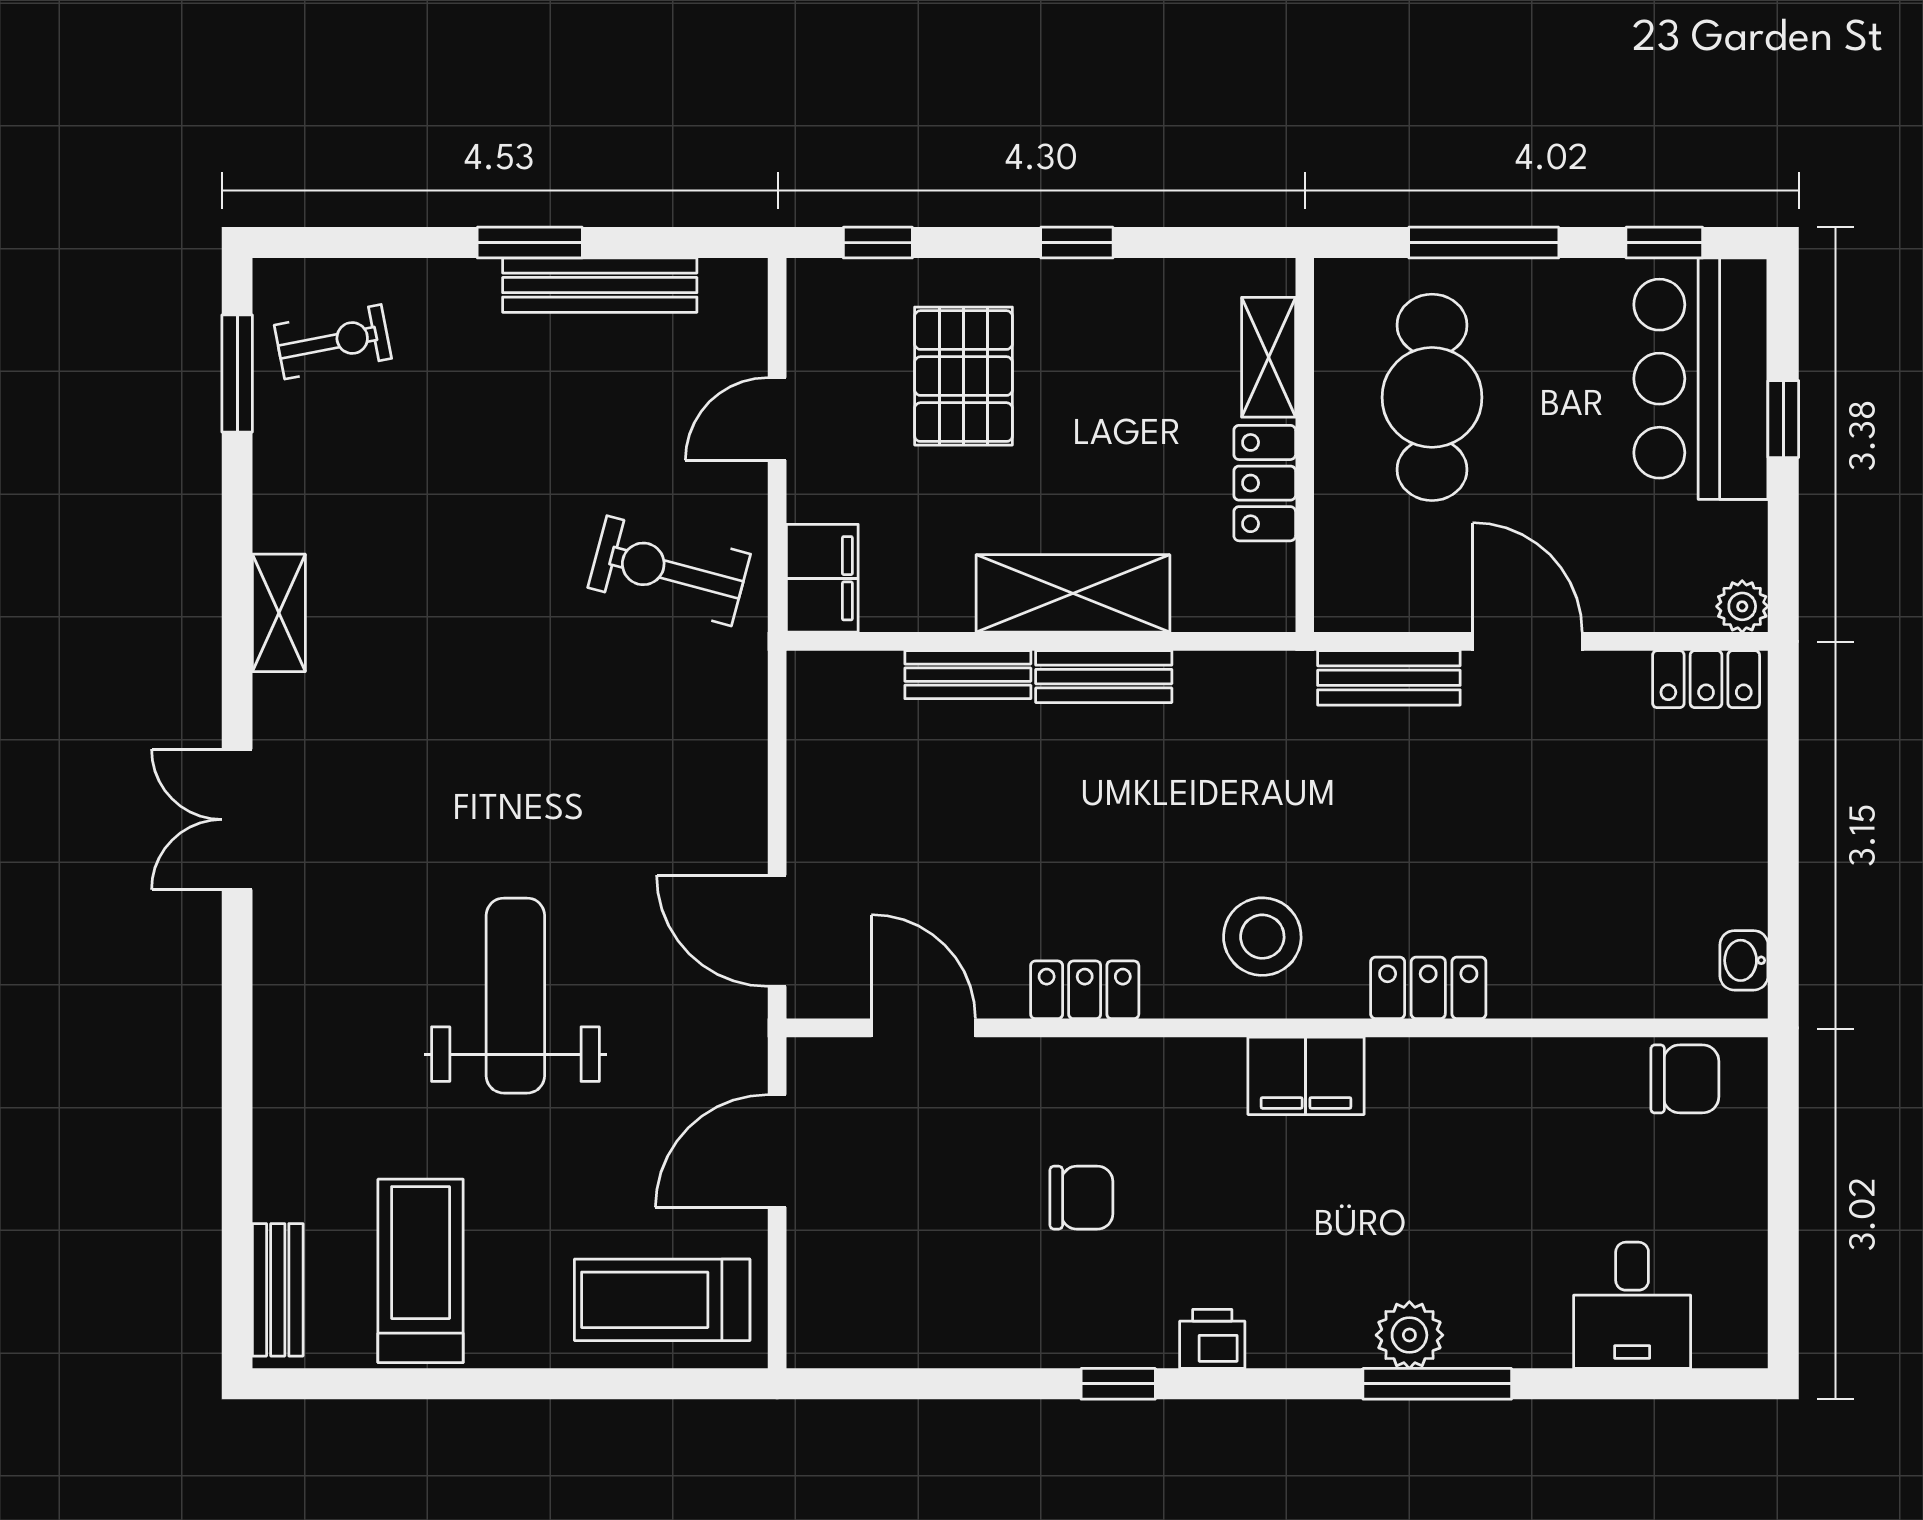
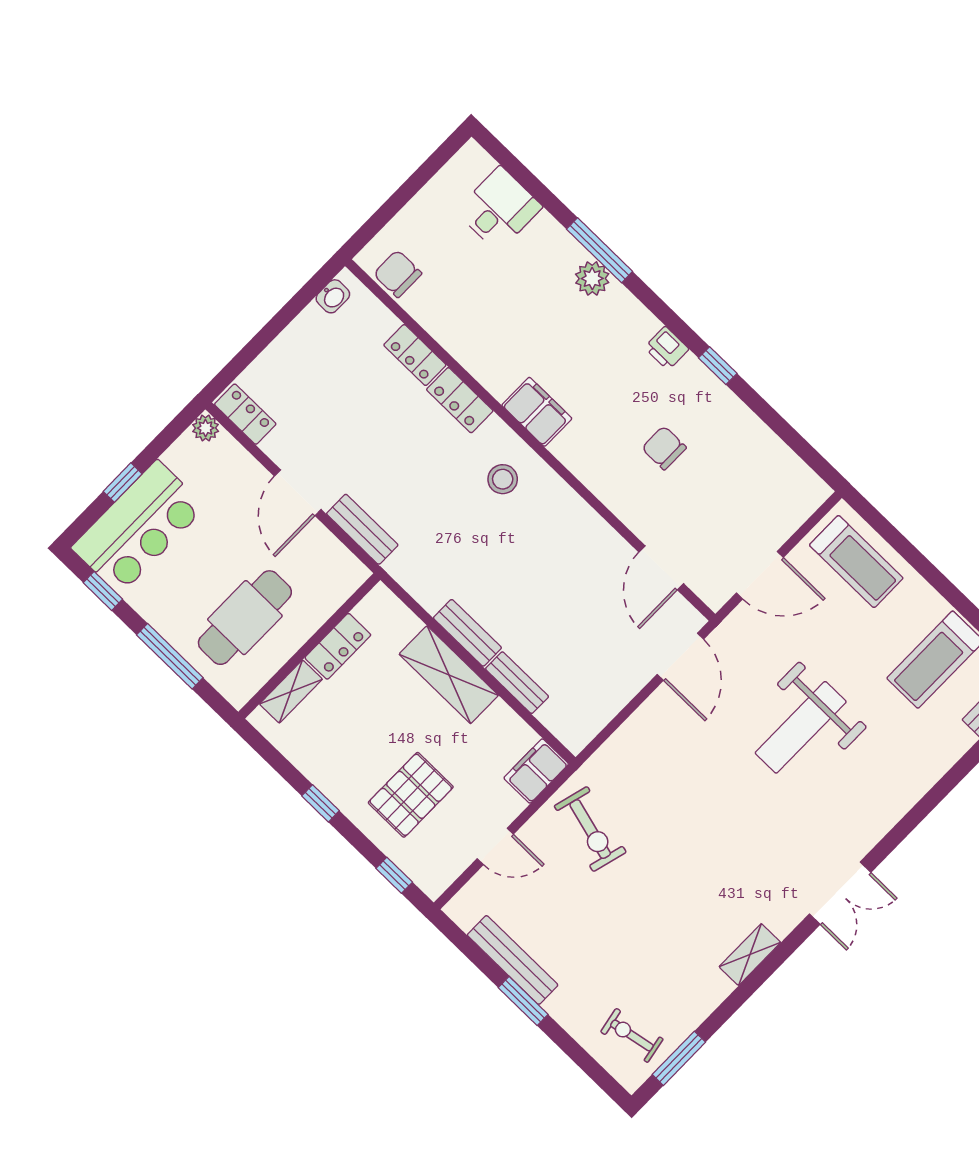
stool: (1262, 937) -> (503, 479), width x0.73, depth x0.73
locker: (1085, 990) -> (415, 355), moved

